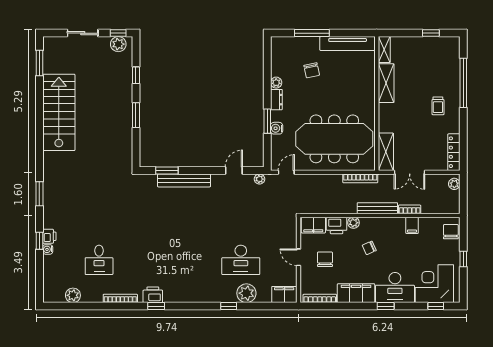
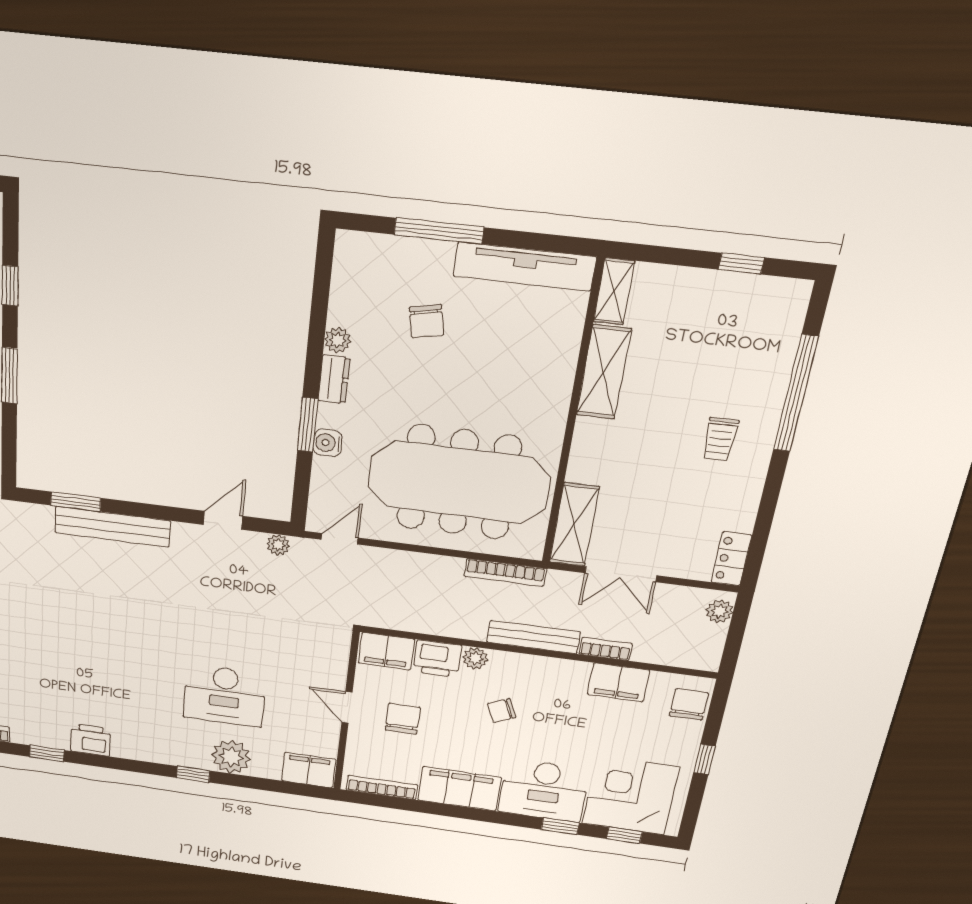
locker: (454, 152) -> (731, 559), width x0.66
filing cabinet: (412, 225) -> (618, 682), width x2.00
printer: (153, 295) -> (91, 740), moved
window: (386, 306) -> (560, 826), moved

